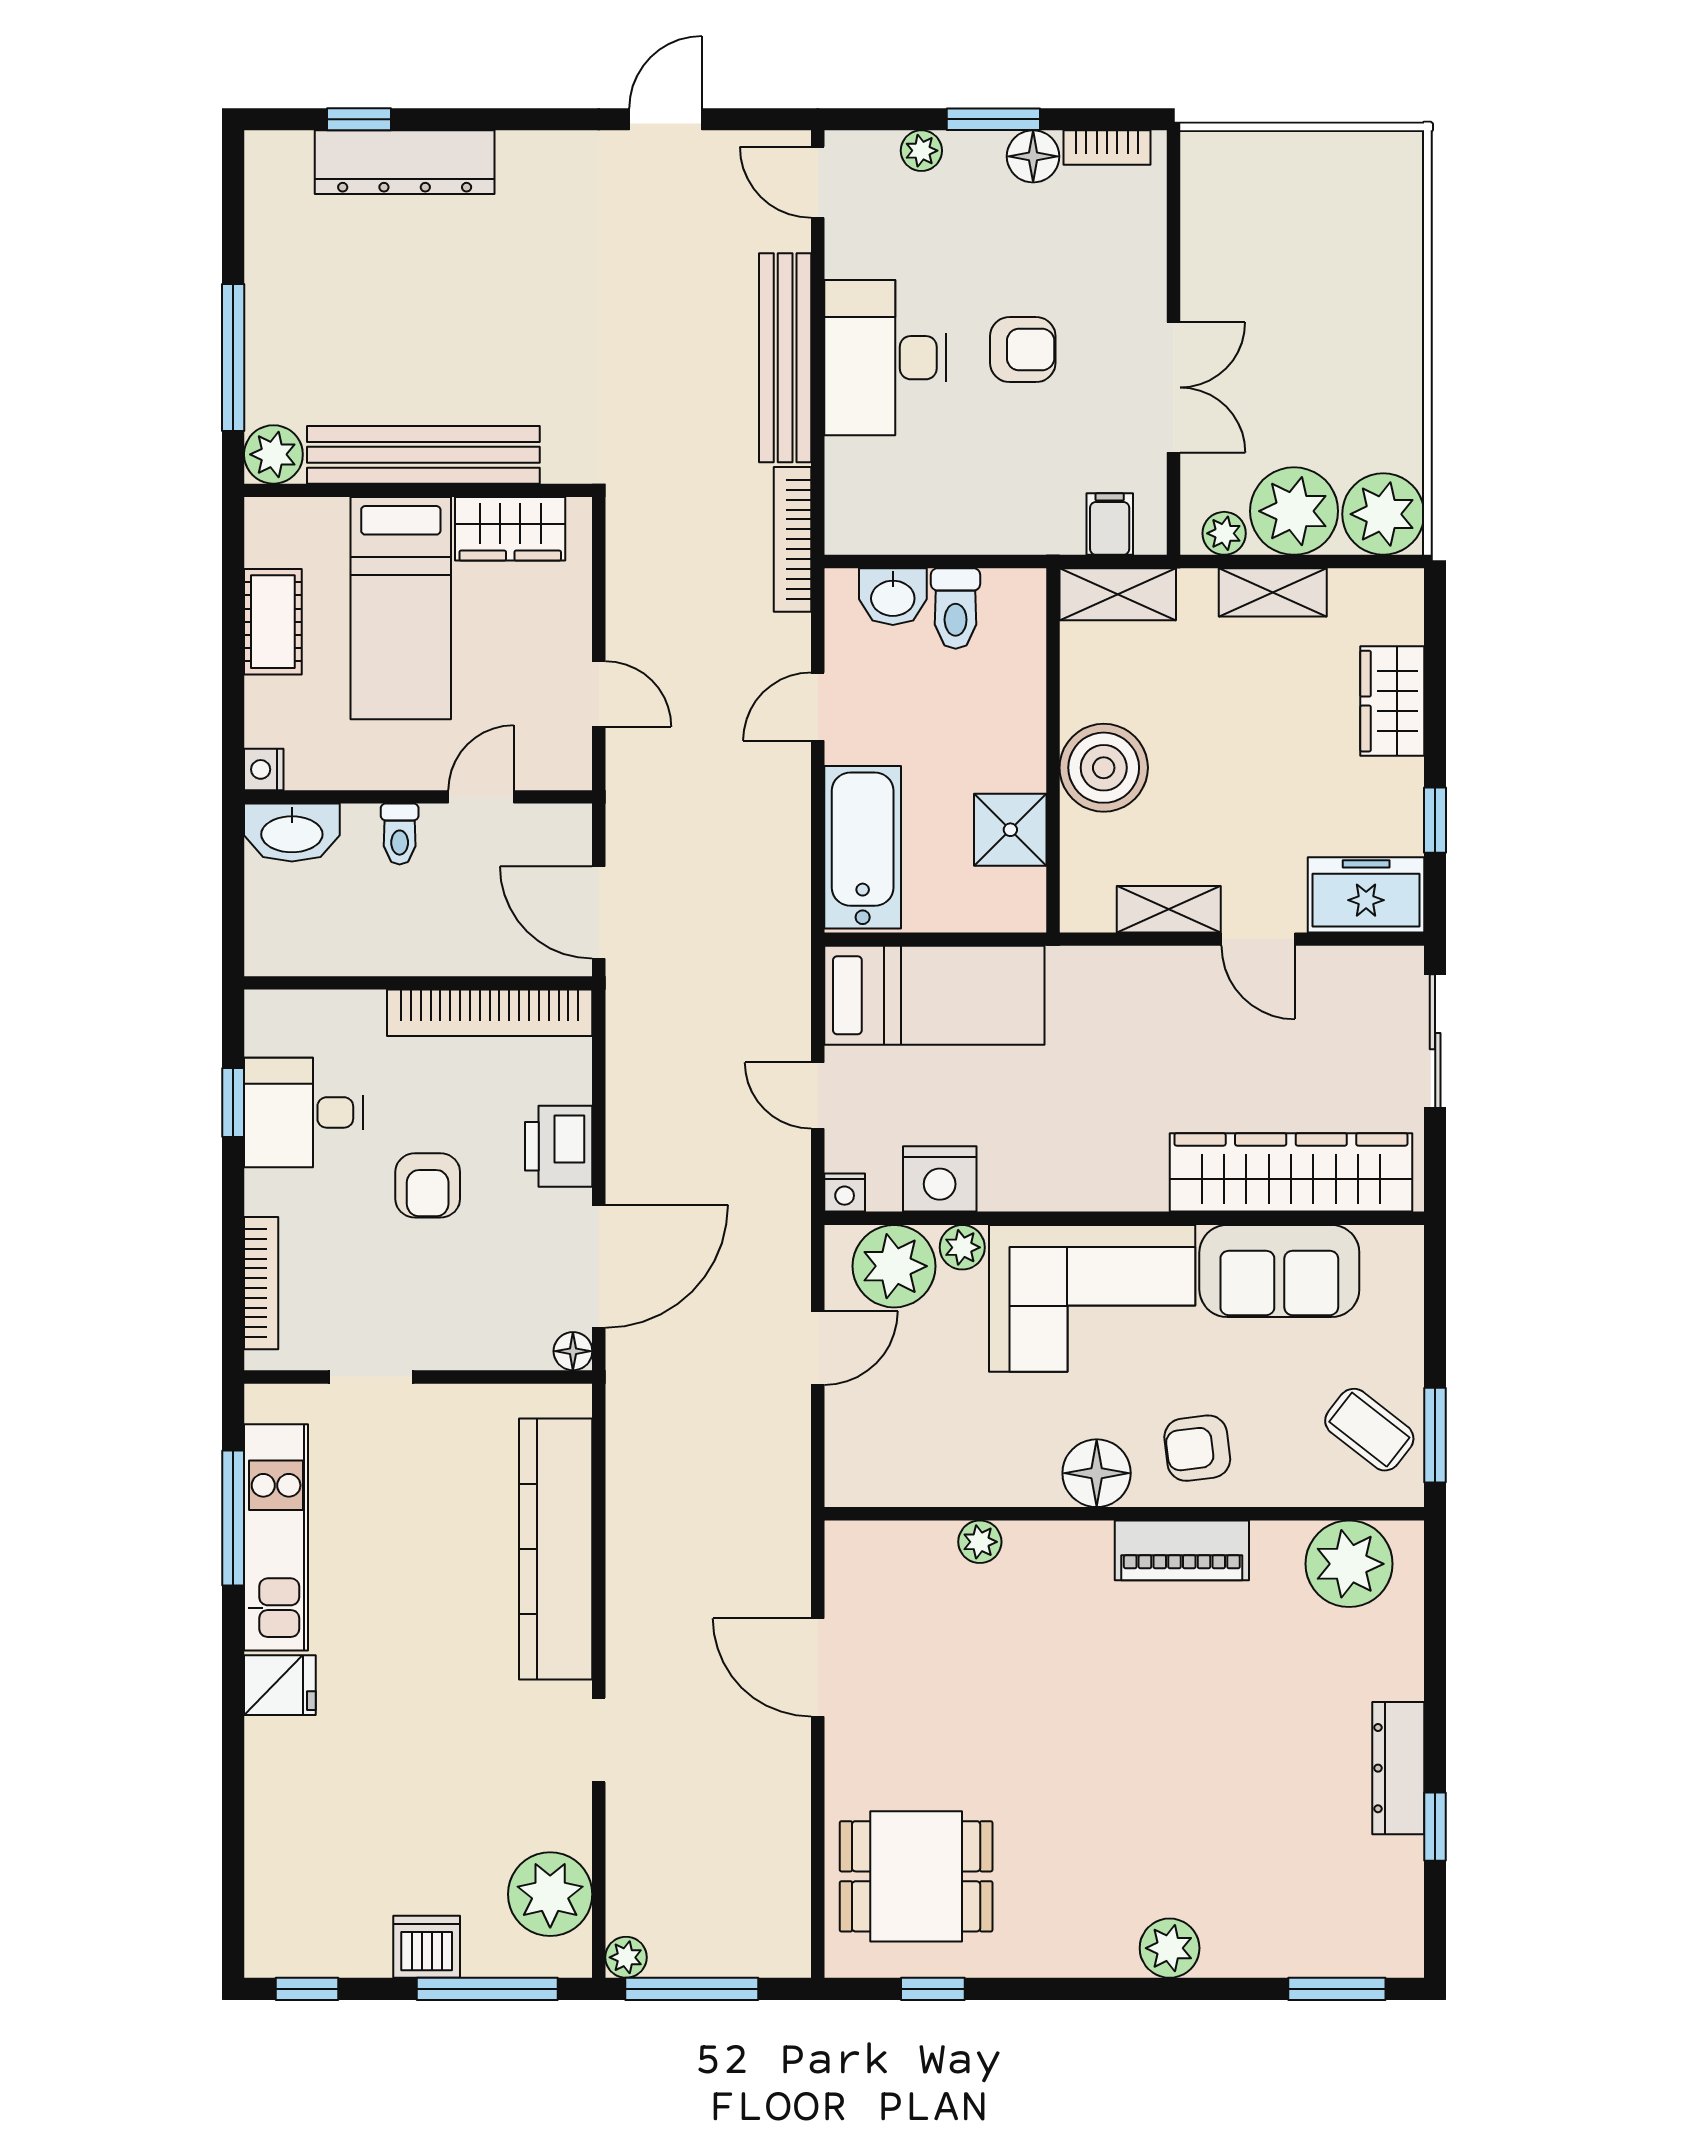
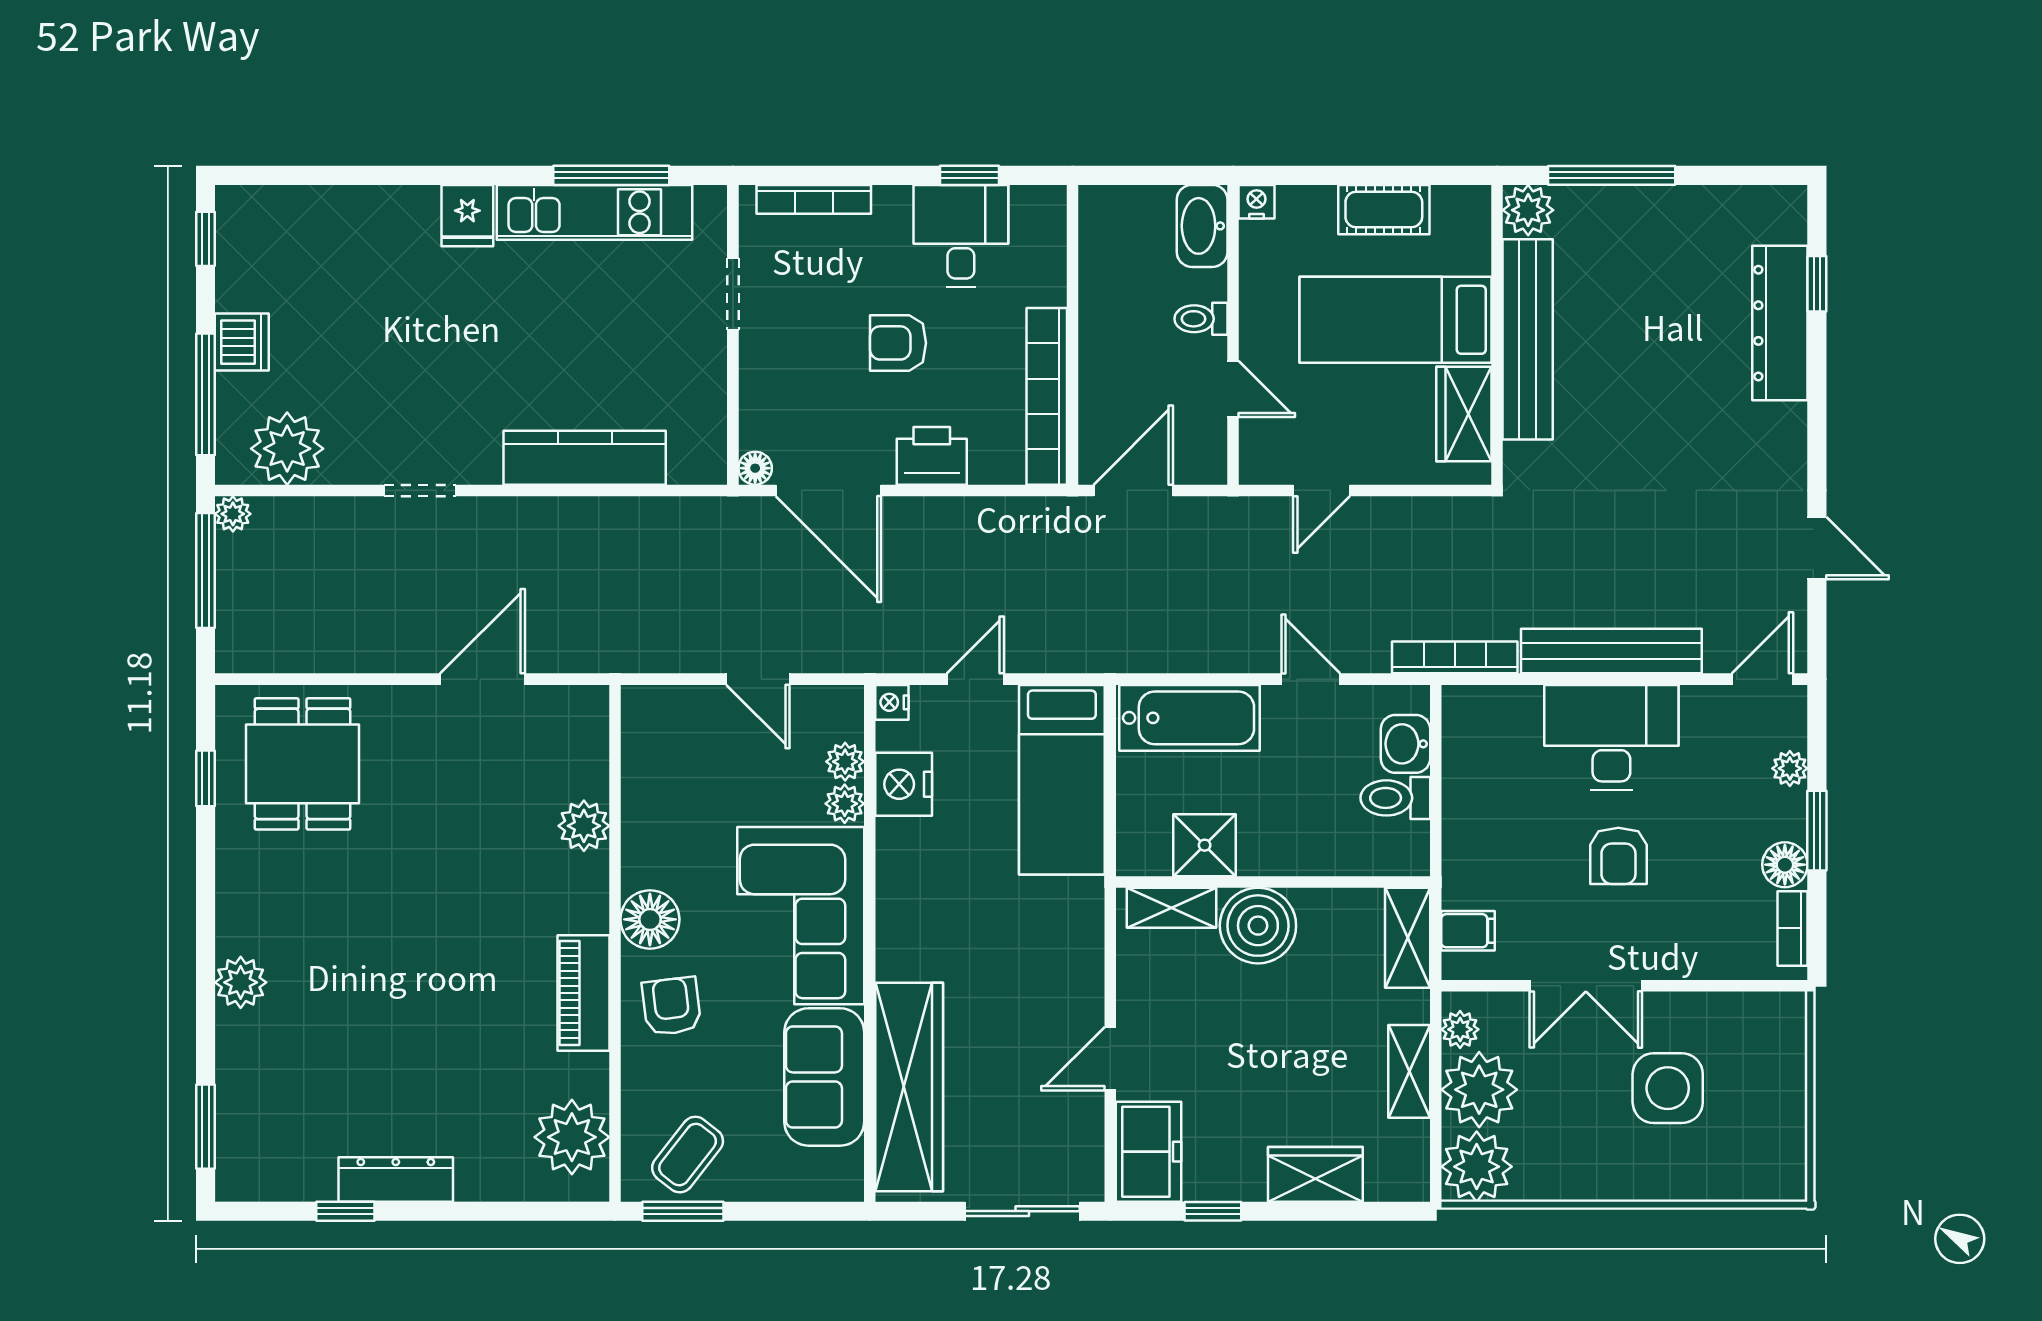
side table: (1292, 292) -> (1668, 1088), added
shelving: (1169, 909) -> (1172, 908), moved, turned 90
plant: (894, 1266) -> (845, 762), width x0.53, depth x0.53
plant: (980, 1542) -> (584, 826), width x1.38, depth x1.38
kitchen counter: (556, 1549) -> (585, 458), width x0.72, depth x0.86

